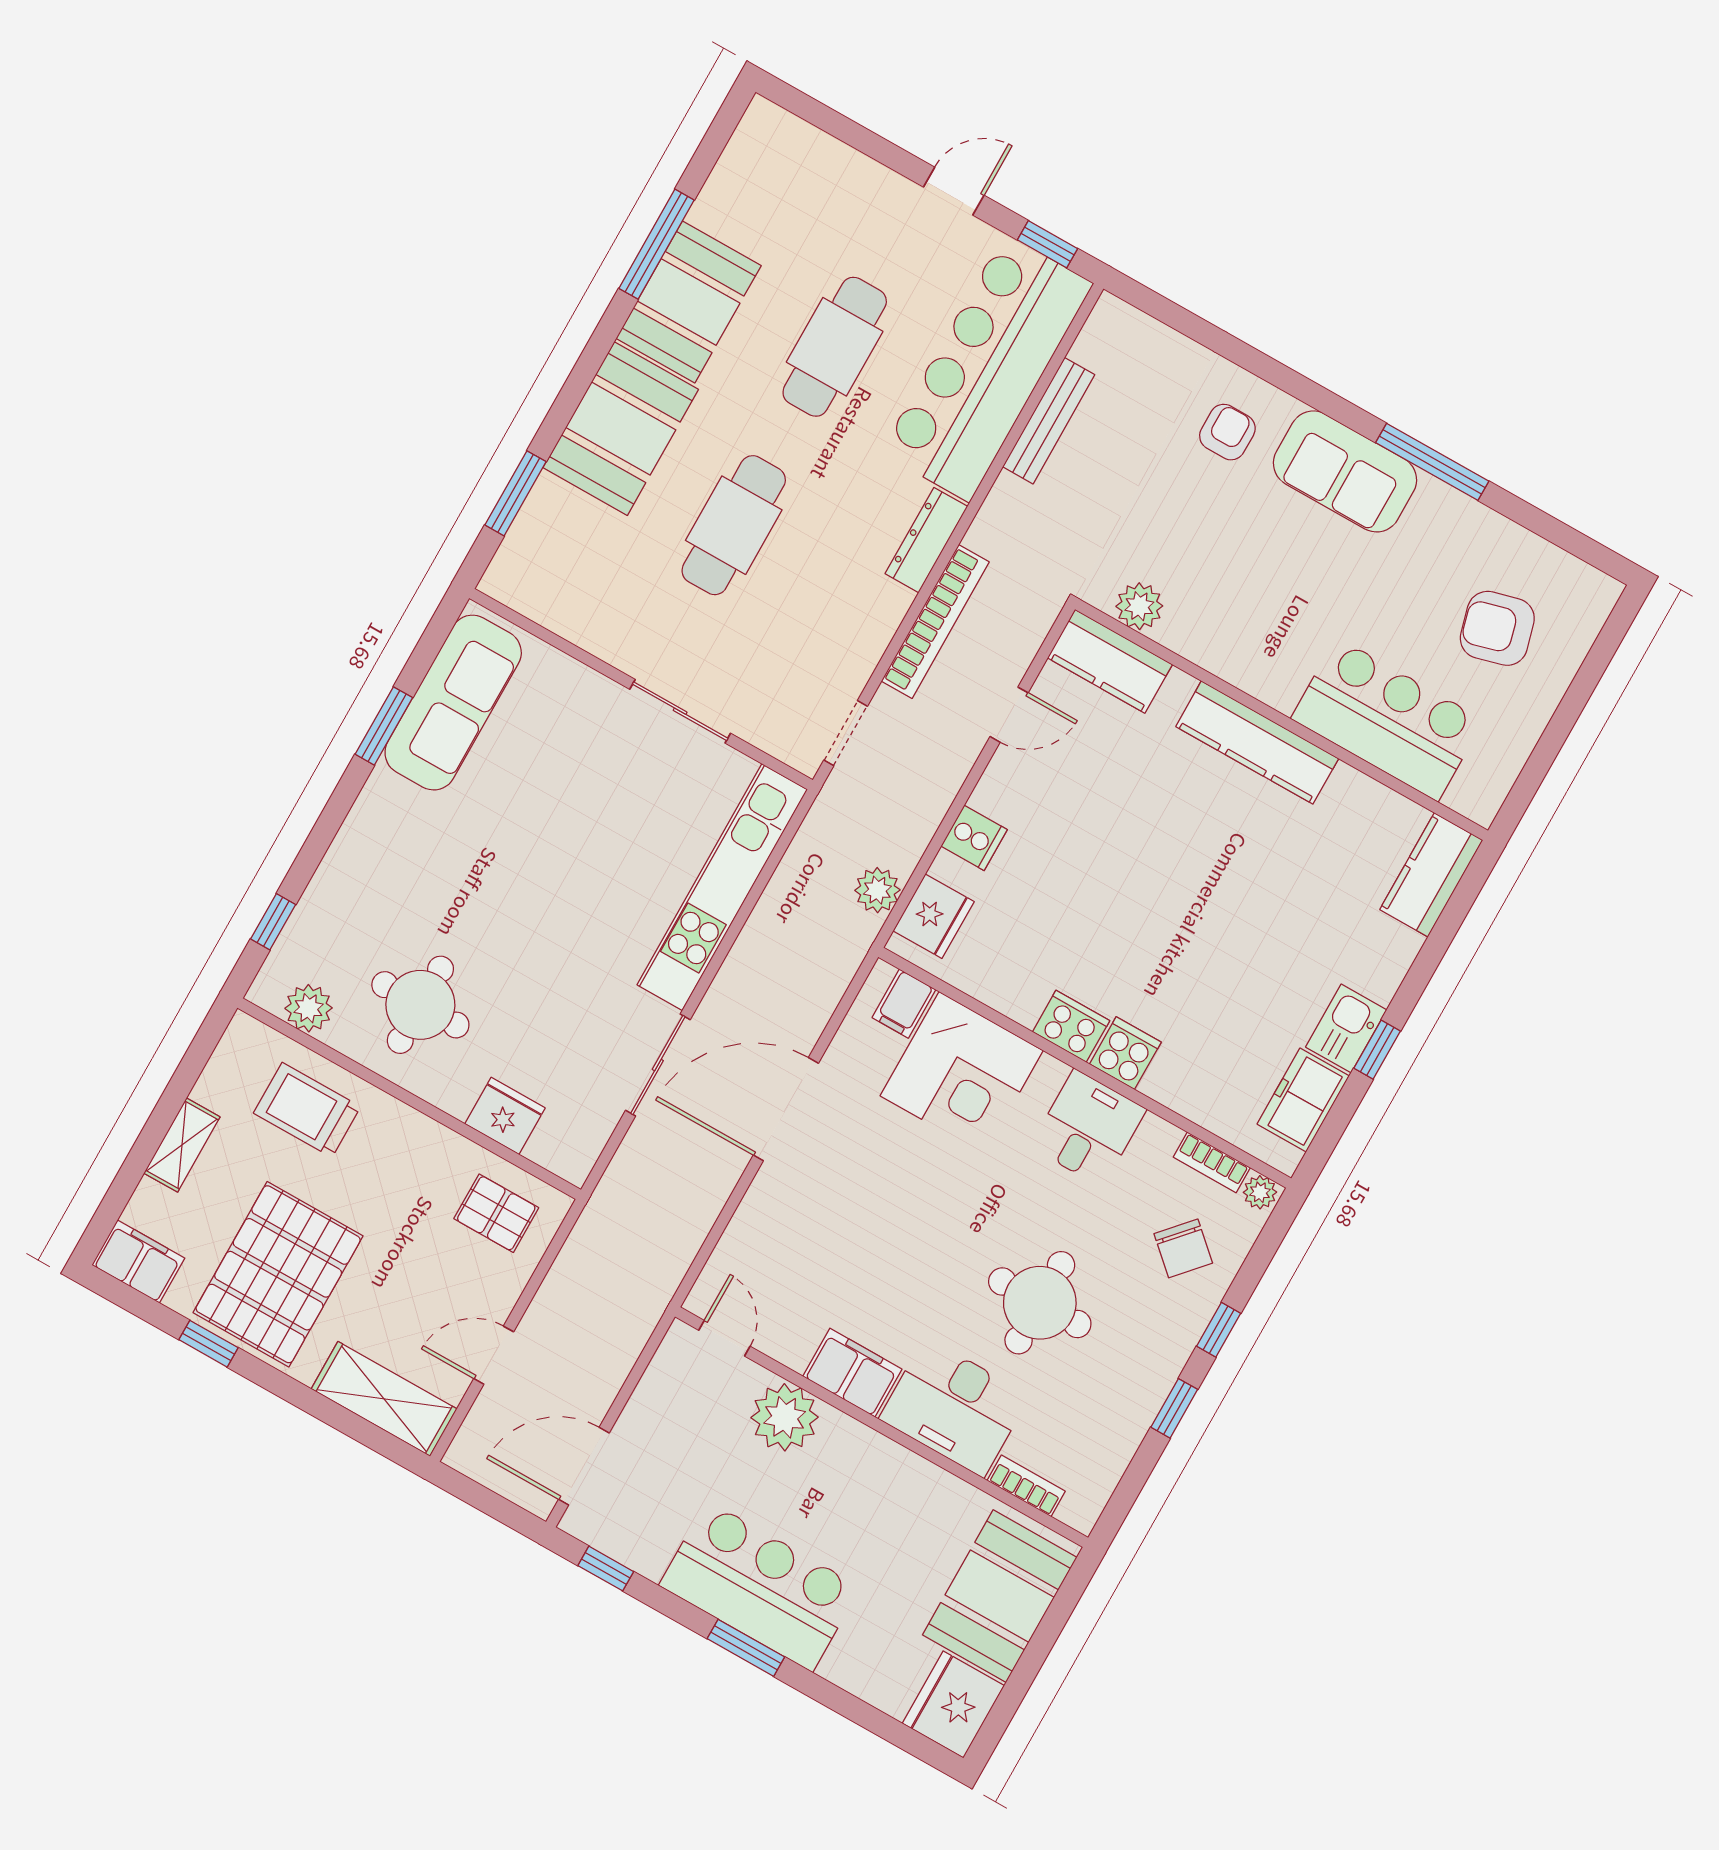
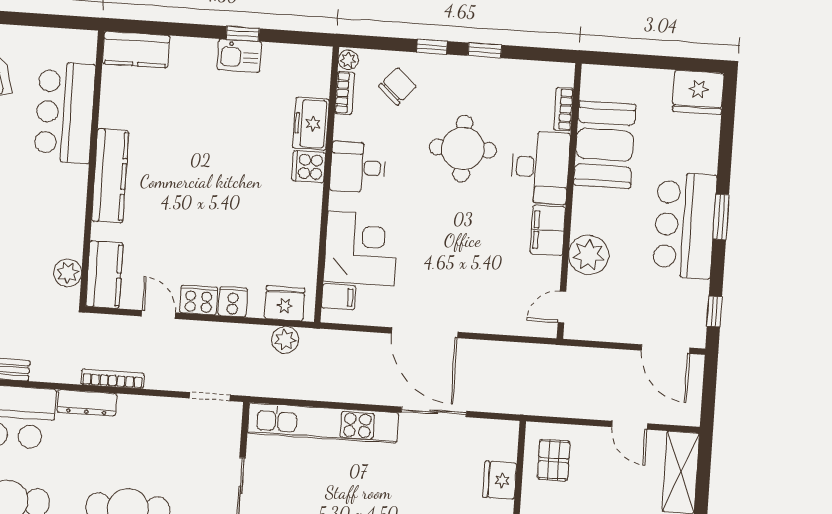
bookcase: (935, 622) -> (113, 379), width x0.68, depth x0.76
cooker: (1071, 1026) -> (199, 300), moved, turned 90
freezer: (1303, 1100) -> (311, 124), moved, turned 90
booth: (1000, 1596) -> (605, 145), moved, turned 90

